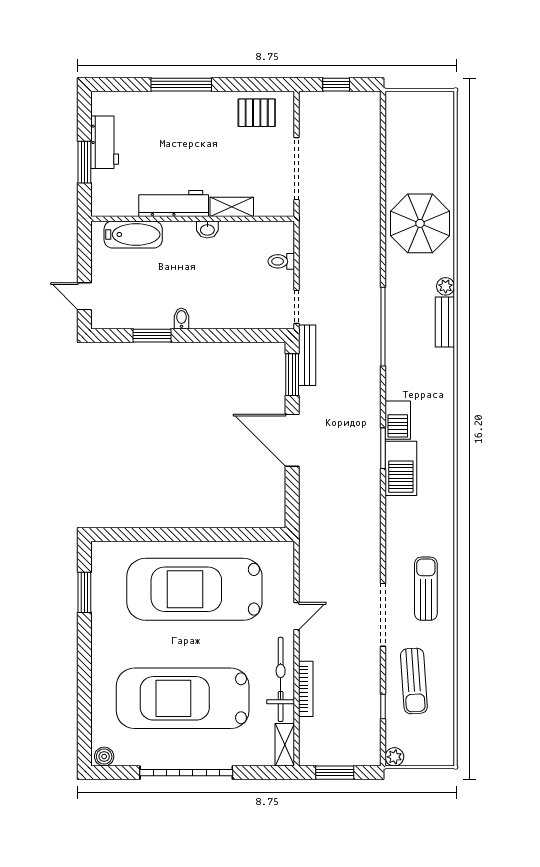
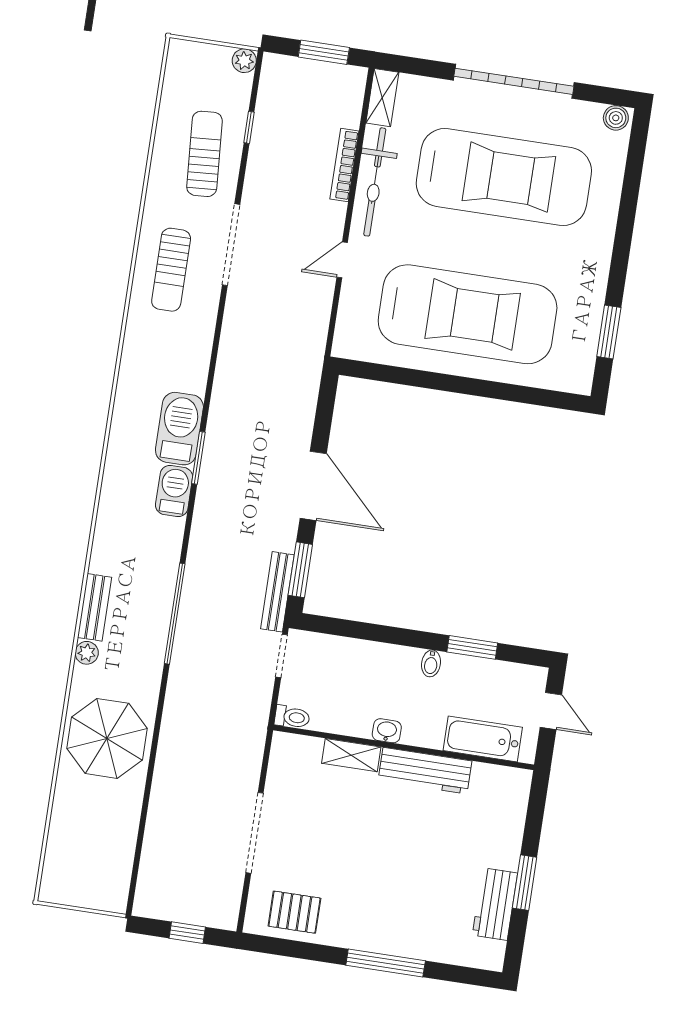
workbench: (174, 203) -> (425, 771), moved
shelving: (232, 207) -> (351, 755), moved
wall: (193, 219) -> (404, 747), moved
washbasin: (207, 229) -> (387, 731), moved
bathtub: (133, 234) -> (483, 739), moved

